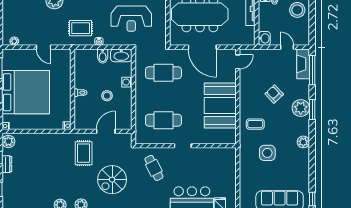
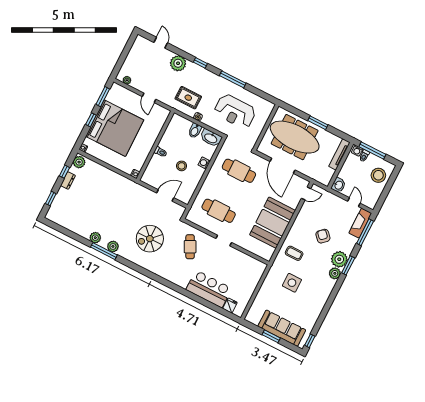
plant: (303, 142) -> (335, 273), moved
rug: (84, 153) -> (137, 204), removed

